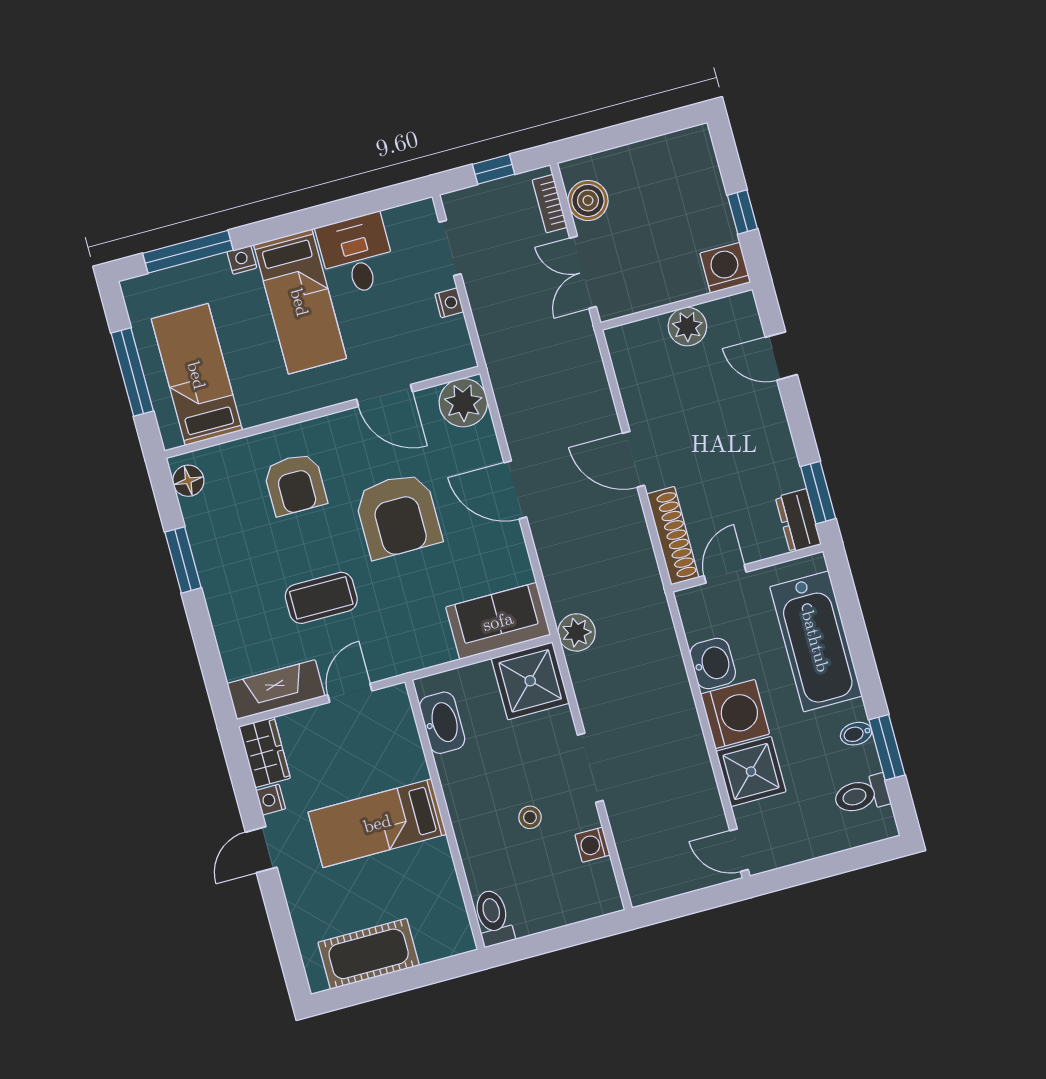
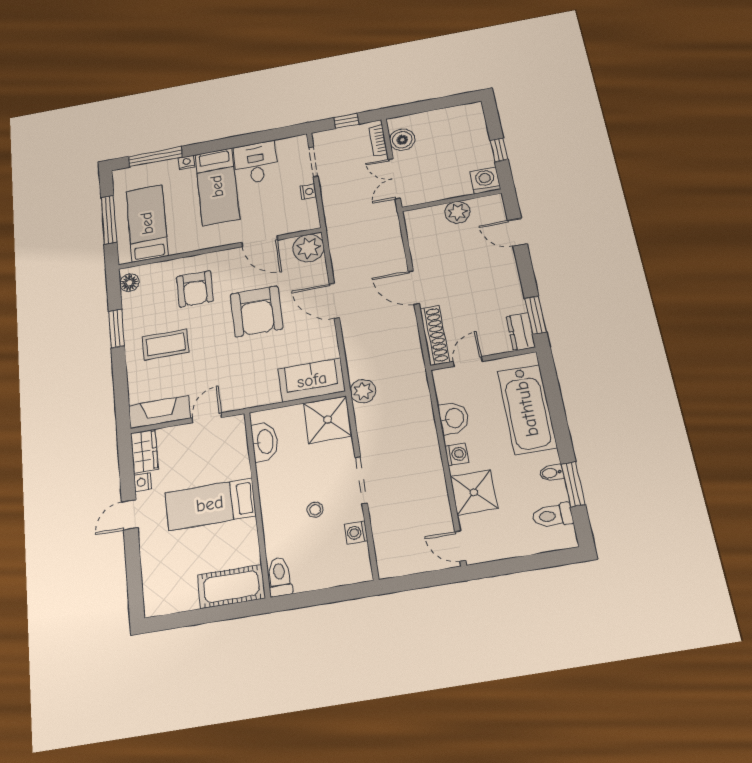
coffee table: (321, 598) -> (166, 344), moved
washing machine: (735, 714) -> (457, 454), width x0.53, depth x0.53
cot: (369, 954) -> (231, 586), moved

